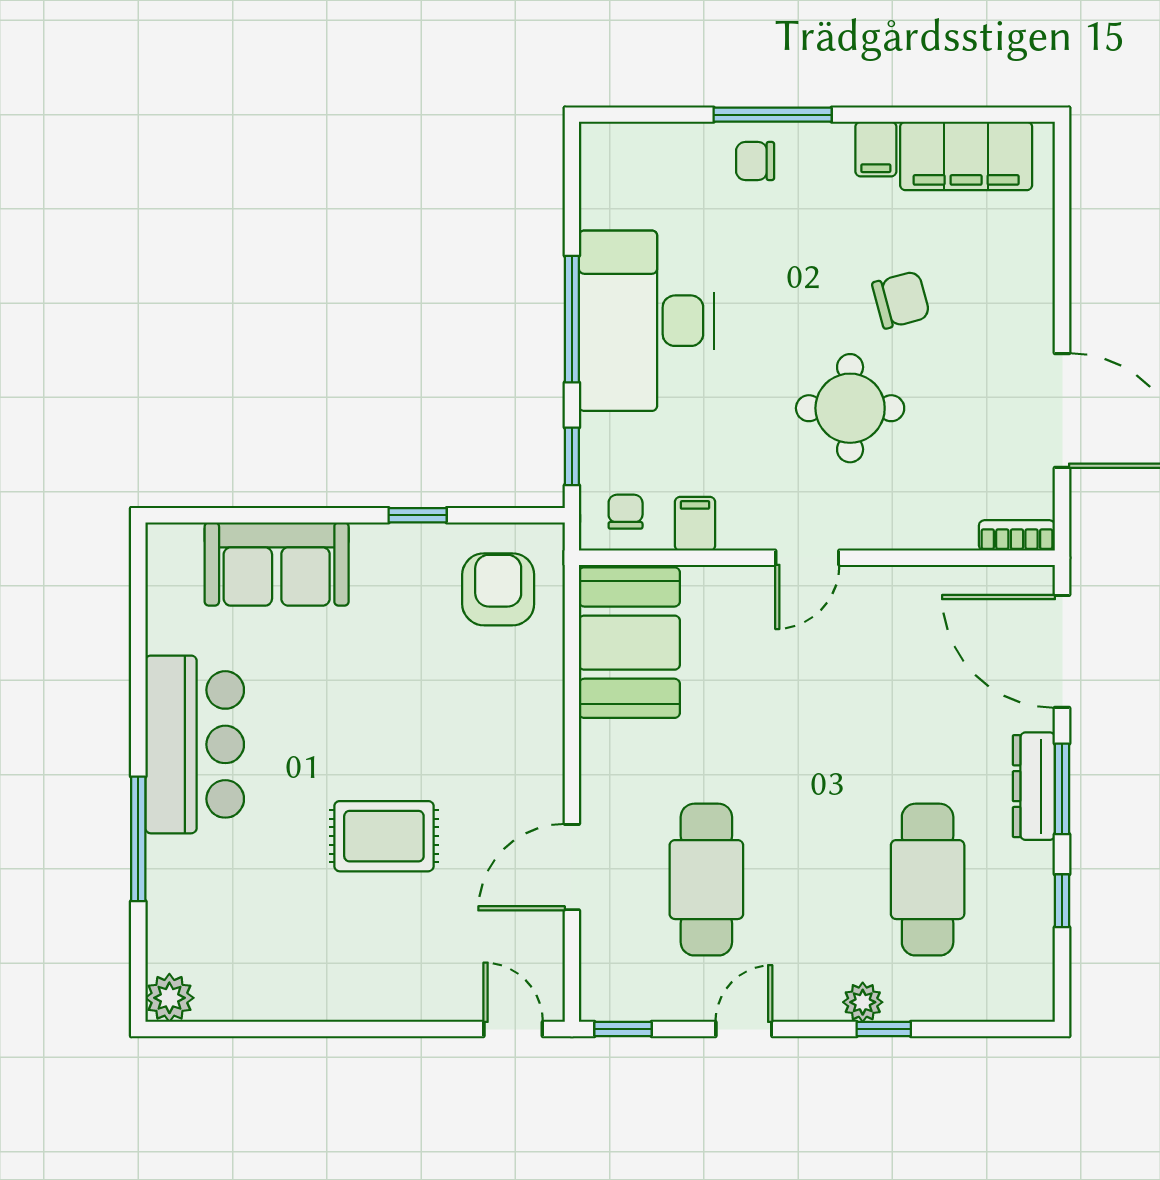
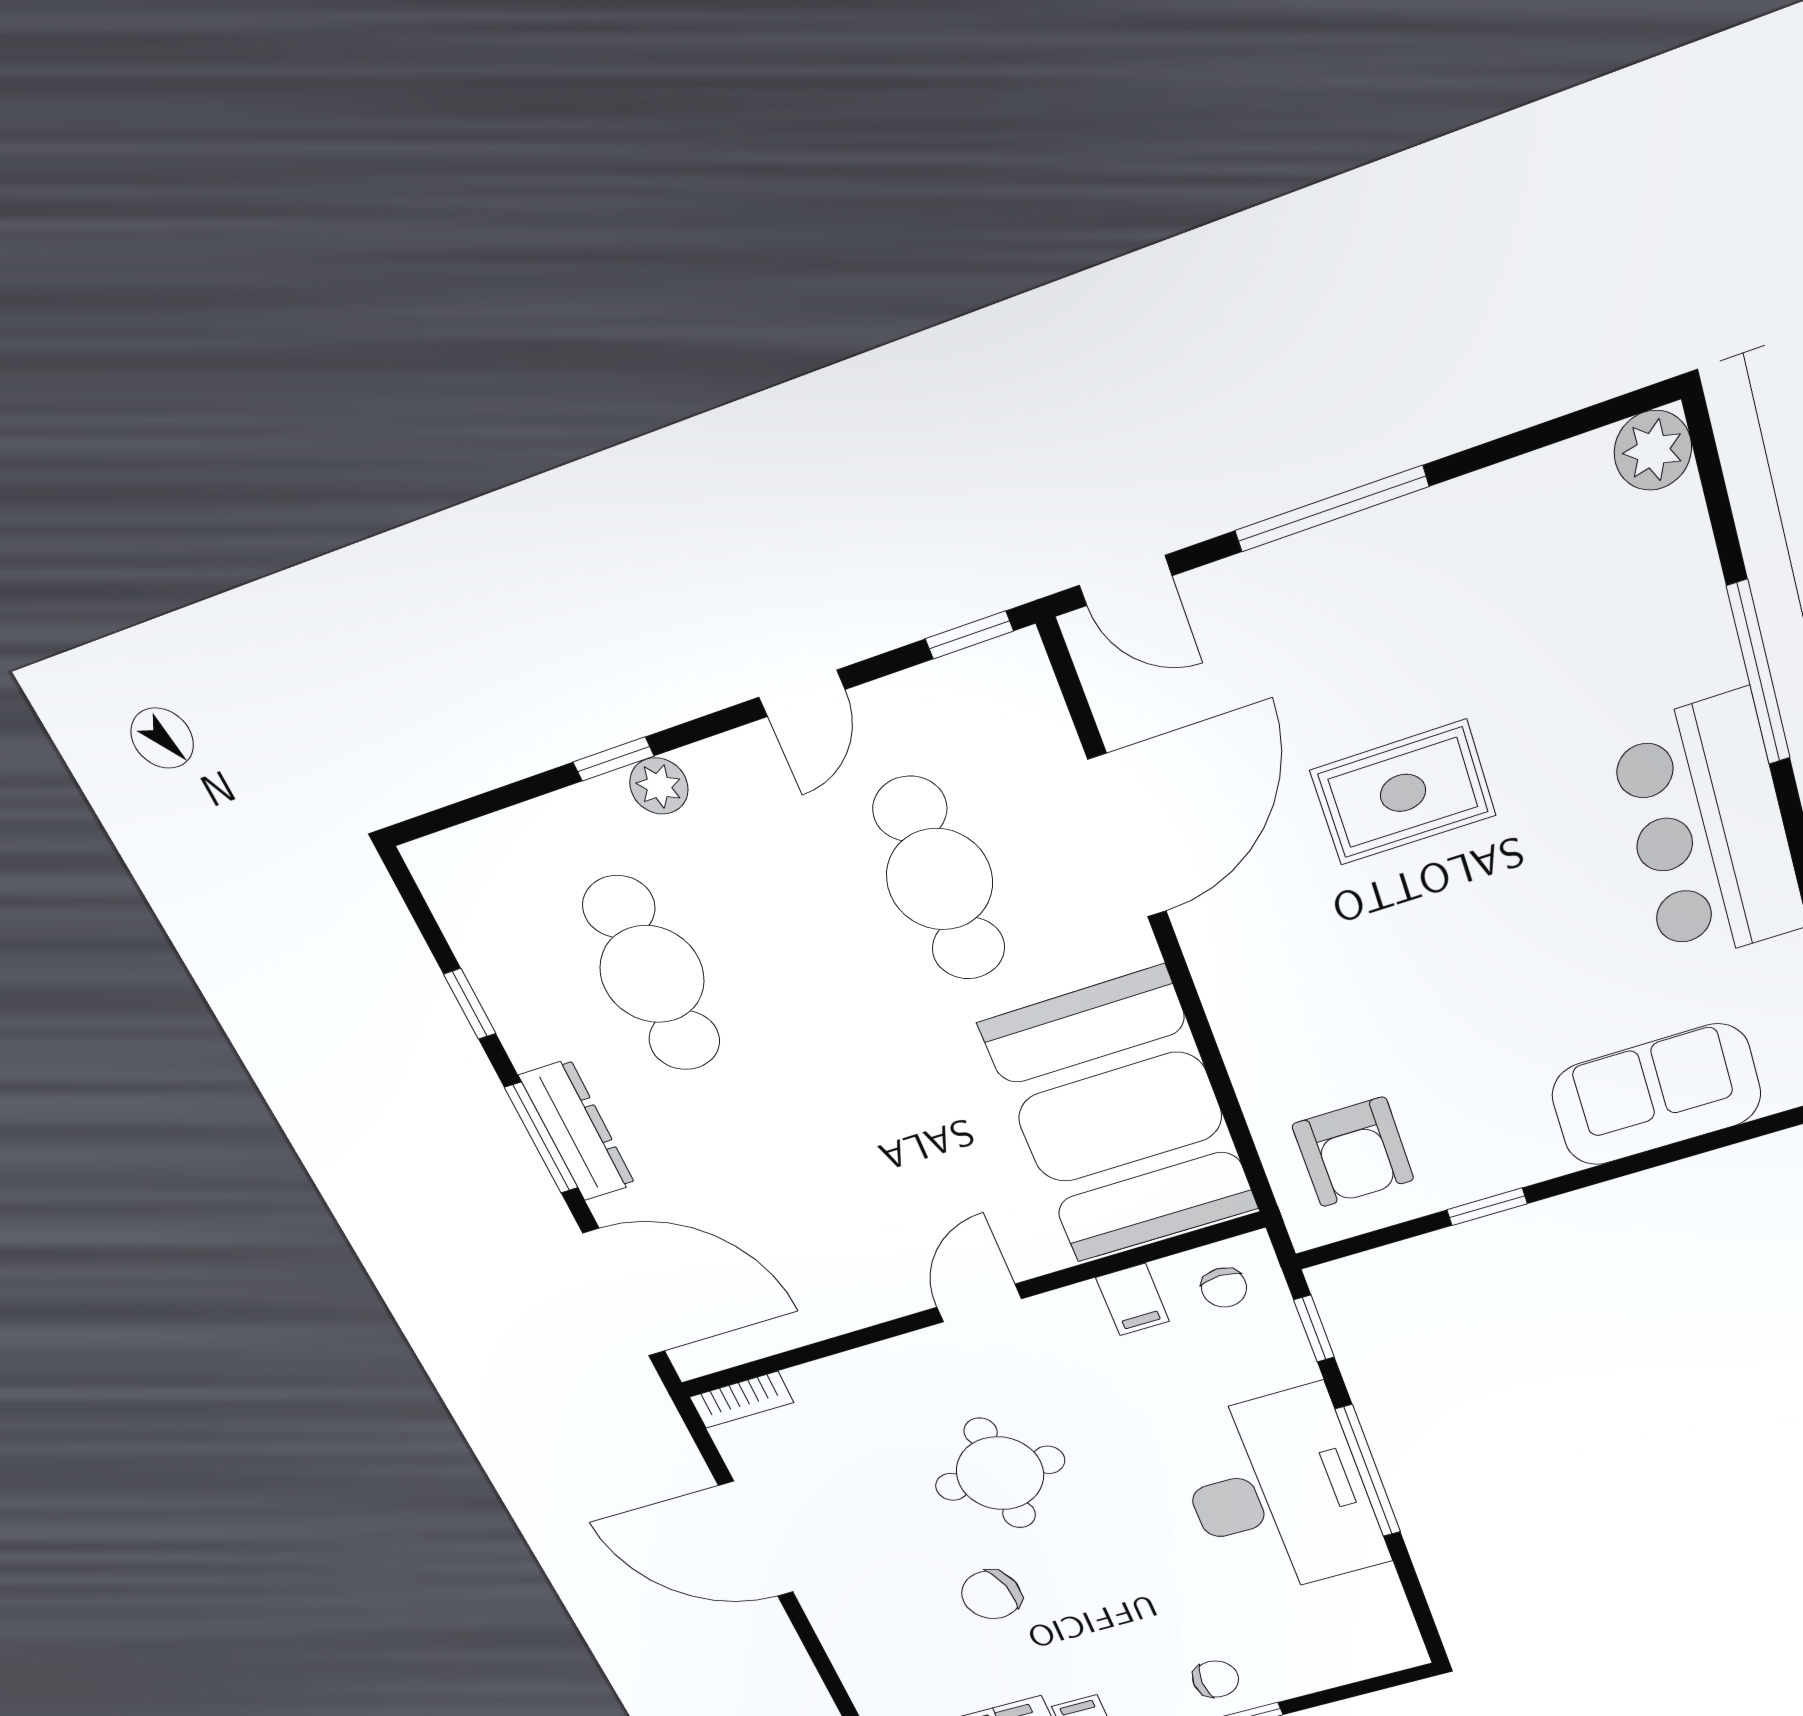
booth: (629, 643) -> (1120, 1117), width x1.36, depth x1.42
door: (572, 867) -> (1127, 836), width x1.36
window: (372, 1029) -> (1331, 509), added

